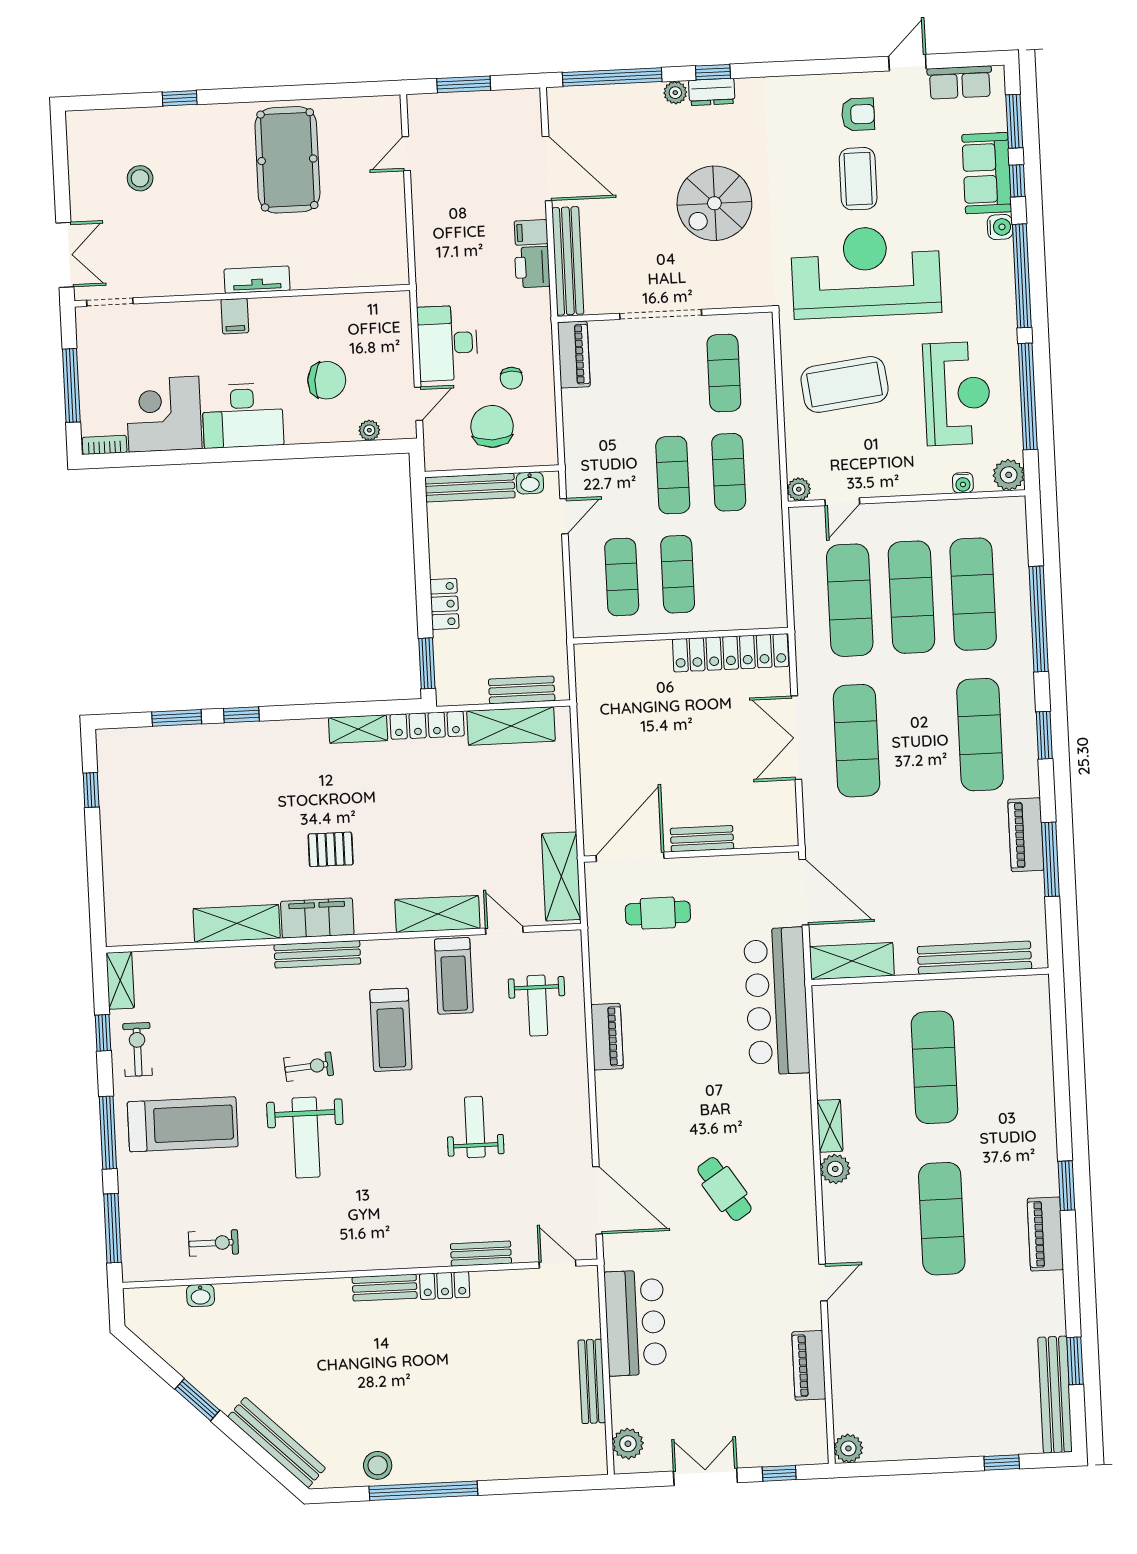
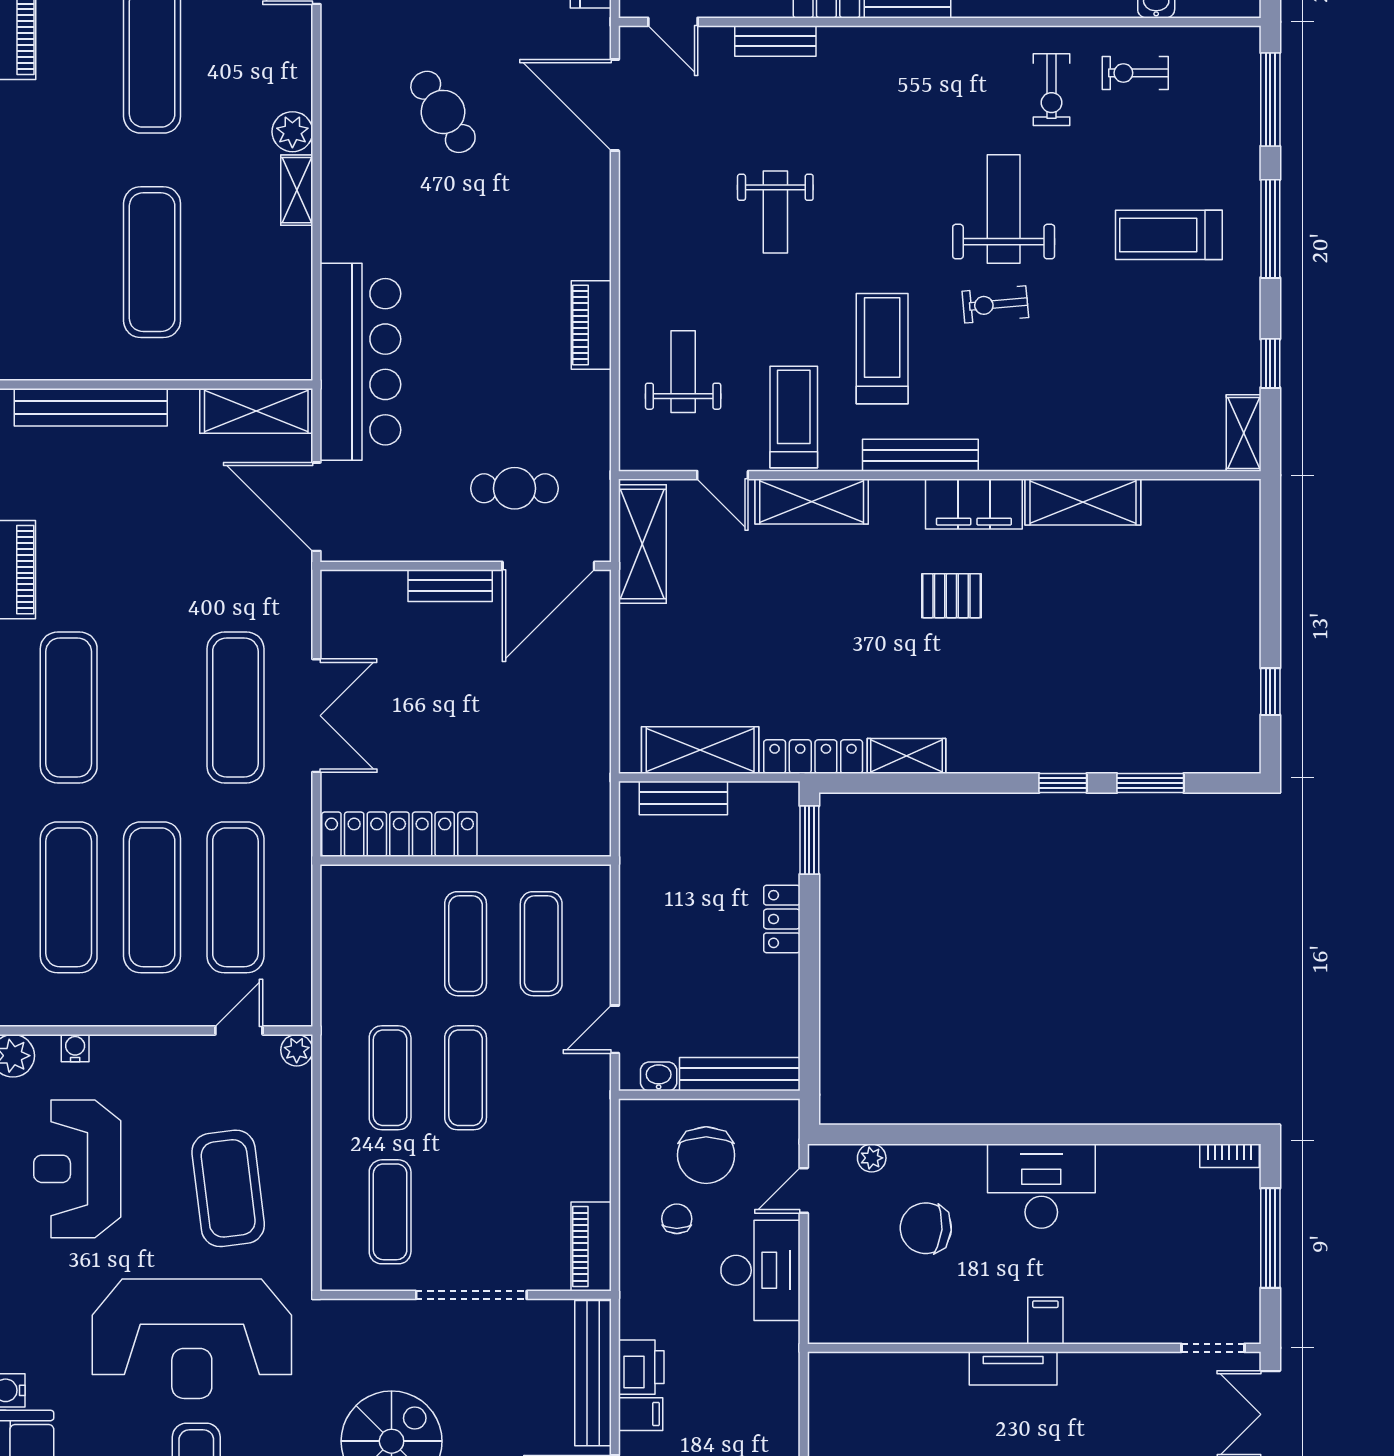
coffee table: (845, 384) -> (228, 1188), turned 90
corner desk: (164, 414) -> (1147, 1193), removed
bench: (317, 954) -> (920, 455), moved
exercise bike: (137, 1049) -> (1052, 90), moved
treadmill: (183, 1124) -> (1169, 235), width x0.73, depth x0.73

